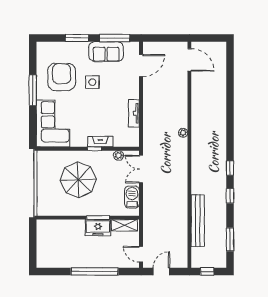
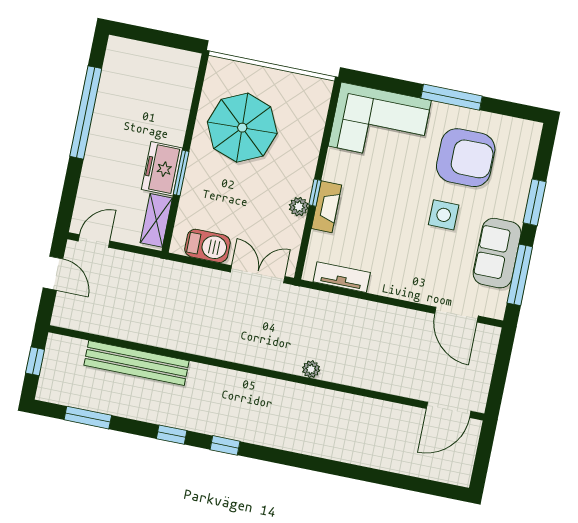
tv unit: (134, 113) -> (342, 277), moved
plant: (119, 155) -> (299, 207), moved
parasol: (78, 180) -> (242, 128), moved
window: (94, 272) -> (86, 112), moved

